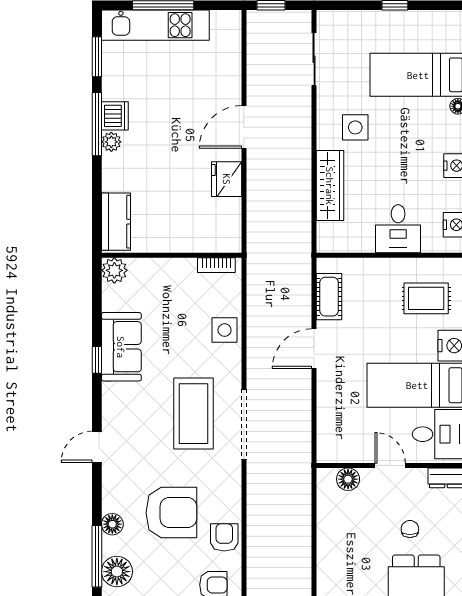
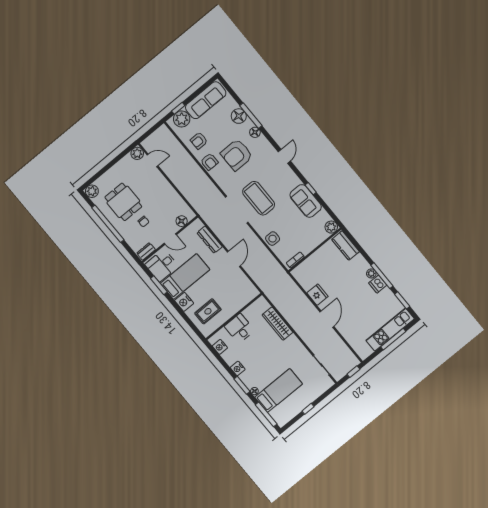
side table: (355, 127) -> (286, 352), removed
cot: (329, 297) -> (244, 283), removed
dresser: (328, 412) -> (210, 240), added

